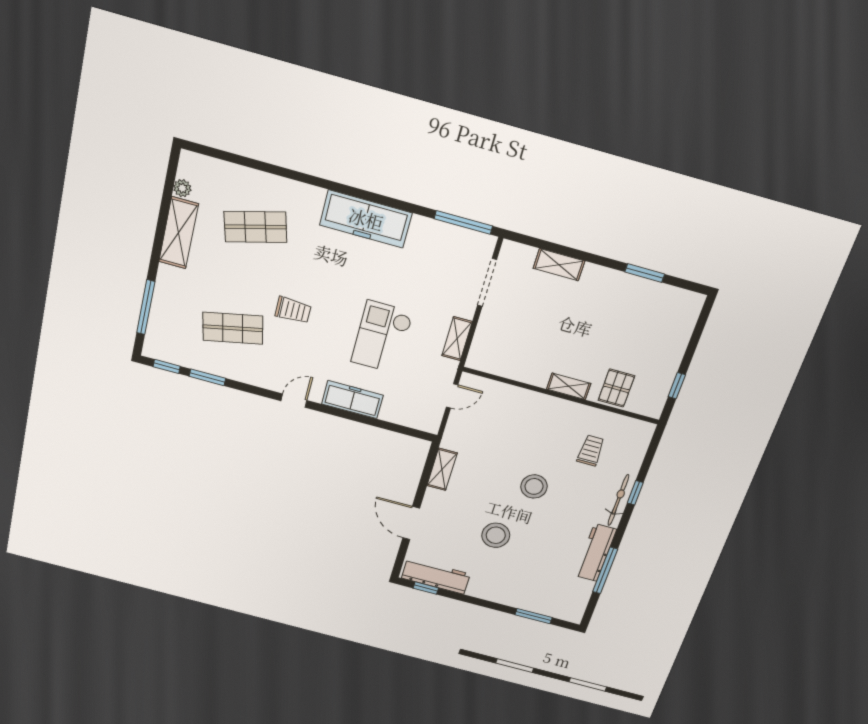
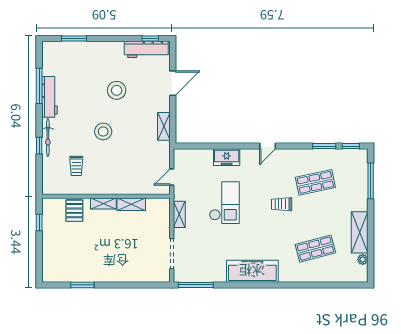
shelving: (559, 265) -> (131, 204), moved
freezer: (352, 400) -> (227, 157), width x0.71
door: (411, 523) -> (173, 83), hinge flipped

